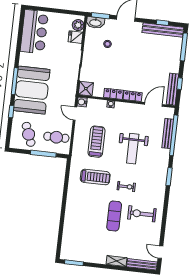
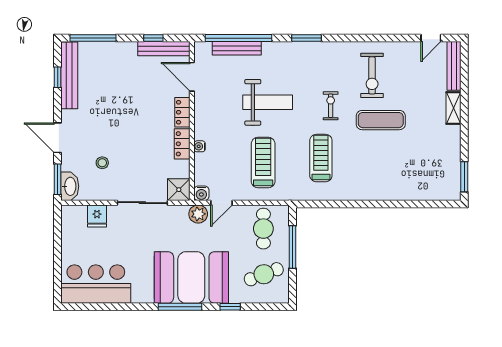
plant: (78, 25) -> (198, 214), moved
treadmill: (96, 142) -> (263, 163), turned 90

